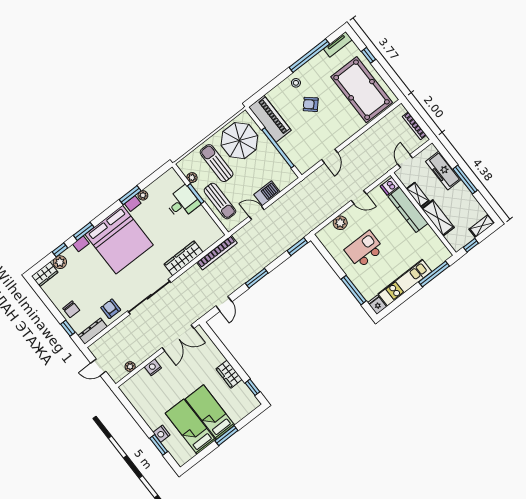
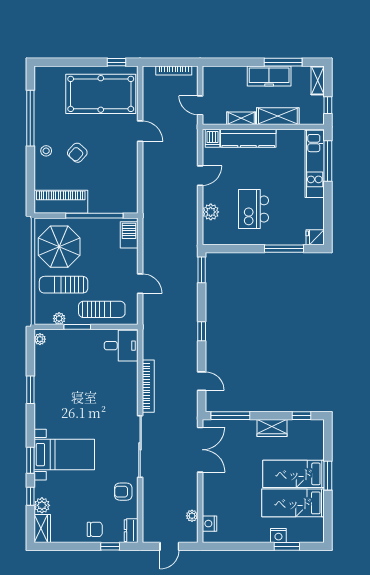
tv unit: (338, 44) -> (41, 83), removed
window: (368, 55) -> (116, 62), moved
door: (330, 156) -> (140, 131), moved
freezer: (443, 170) -> (269, 76), moved
window: (465, 180) -> (283, 62), moved
barbecue: (267, 193) -> (129, 235), moved
plant: (143, 195) -> (40, 339), moved
desk: (183, 202) -> (121, 346), moved, turned 90
door: (257, 213) -> (140, 284), swing flipped
bed with nightstands: (119, 240) -> (64, 455), width x0.54
bookcase: (217, 253) -> (148, 386), moved
wardrobe: (183, 258) -> (129, 386), removed
window: (257, 278) -> (202, 331), width x0.67
kitchen unit: (405, 283) -> (315, 164), moved
dresser: (92, 331) -> (131, 531), width x0.70
window: (216, 340) -> (230, 416), added
nightstand: (153, 367) -> (210, 524), moved

